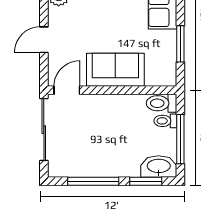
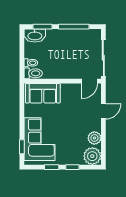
window: (180, 44) -> (22, 109), removed
sofa: (115, 70) -> (43, 93), moved
window: (180, 139) -> (22, 52), removed

